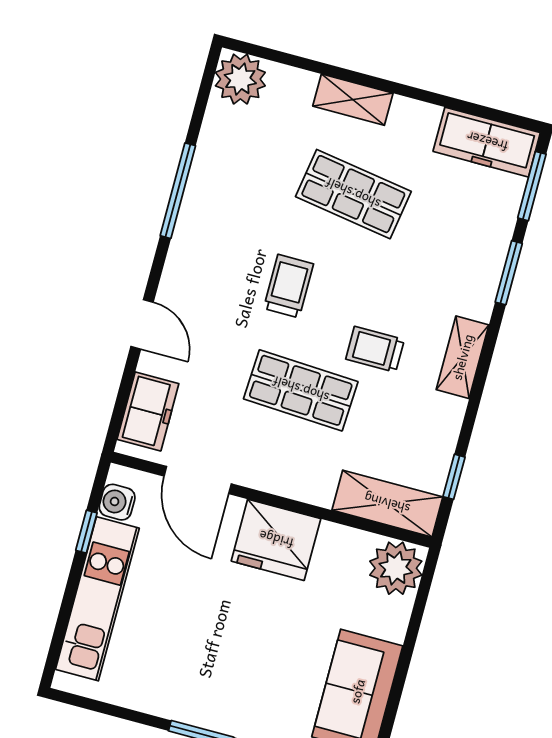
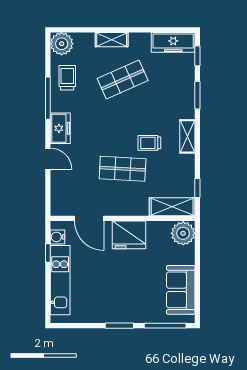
window: (532, 186) -> (197, 56), width x0.67
shop shelf: (353, 194) -> (123, 80), turned -33
trolley: (289, 286) -> (67, 78), moved
freezer: (148, 411) -> (60, 128), moved

